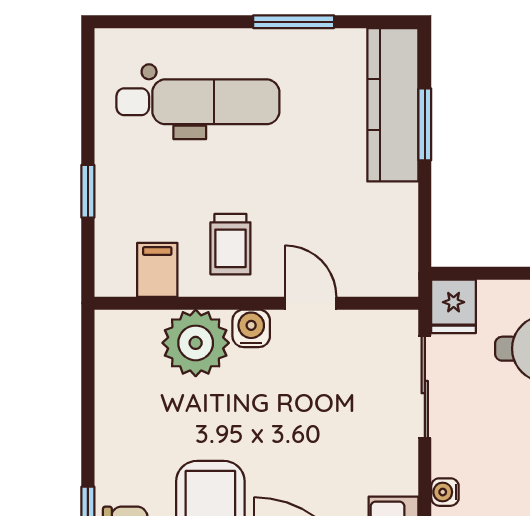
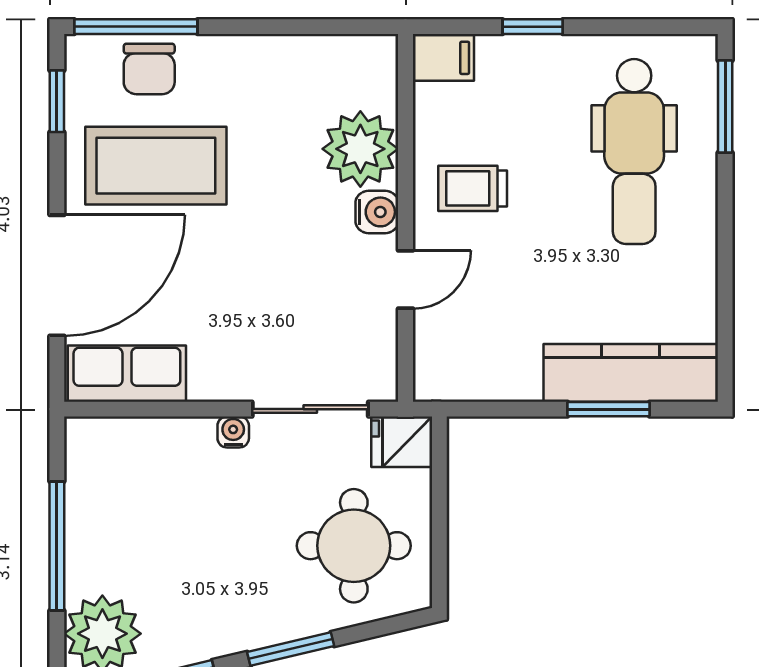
window: (294, 22) -> (725, 106), moved
filing cabinet: (157, 270) -> (443, 58), moved
water cooler: (445, 492) -> (233, 432), moved

